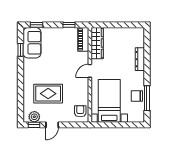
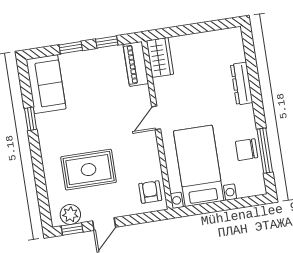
window: (36, 25) -> (71, 48), moved
wardrobe: (97, 43) -> (160, 57), width x0.67
window: (20, 50) -> (31, 119), moved

